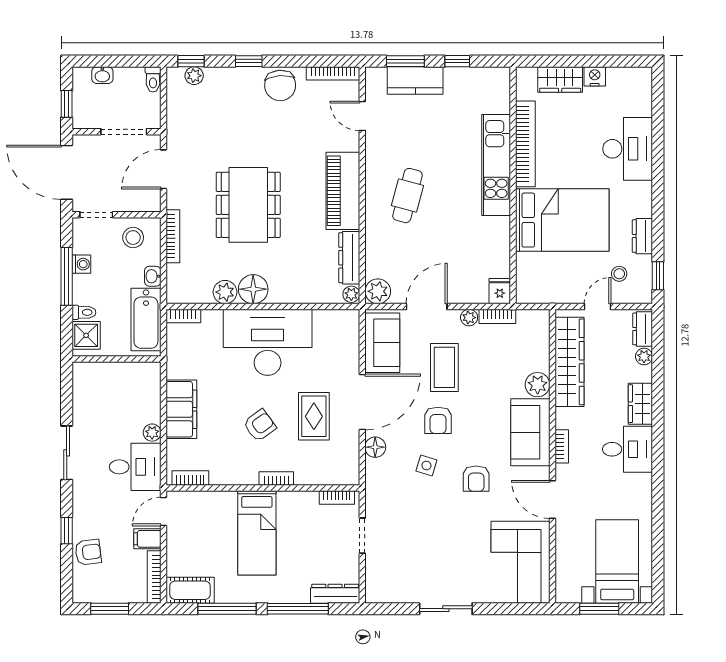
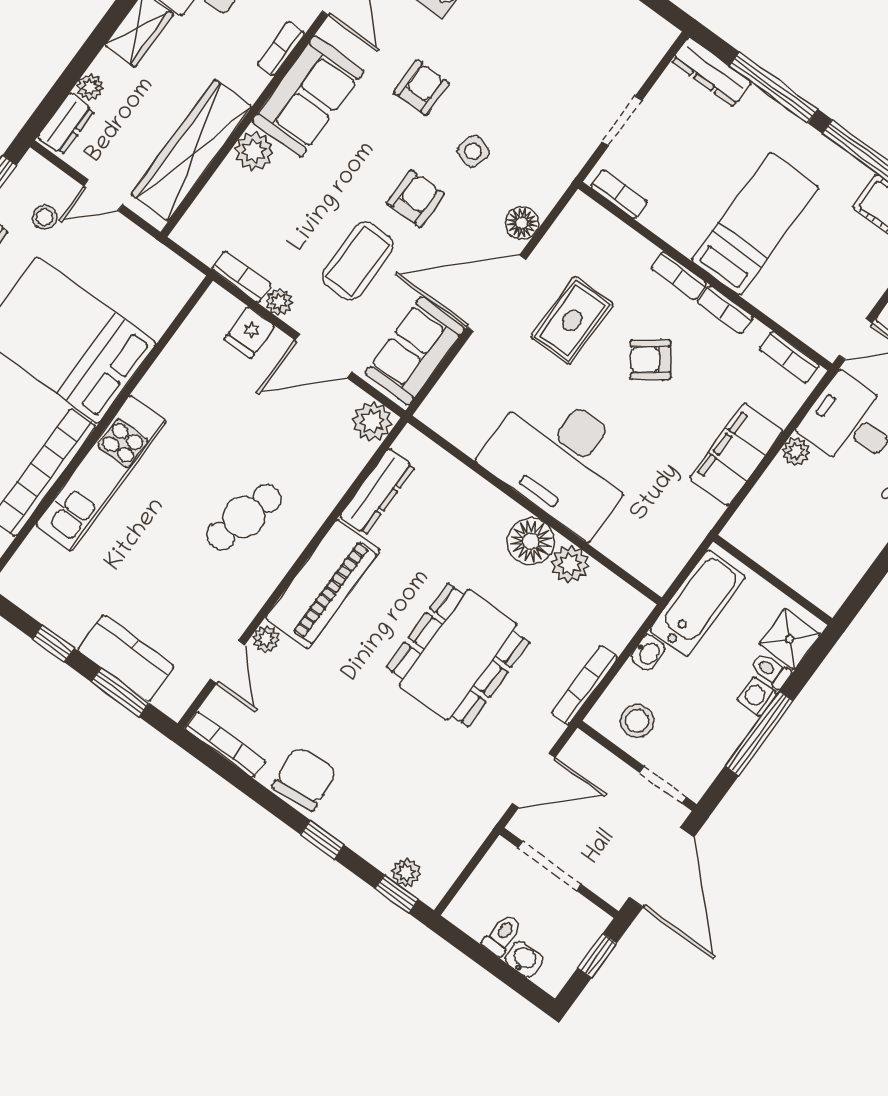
toilet: (153, 79) -> (502, 935), moved
washing machine: (81, 264) -> (757, 697), moved
fridge: (500, 291) -> (250, 332), moved
plant: (351, 294) -> (266, 639), moved
bookcase: (183, 316) -> (725, 310), moved, turned 180

